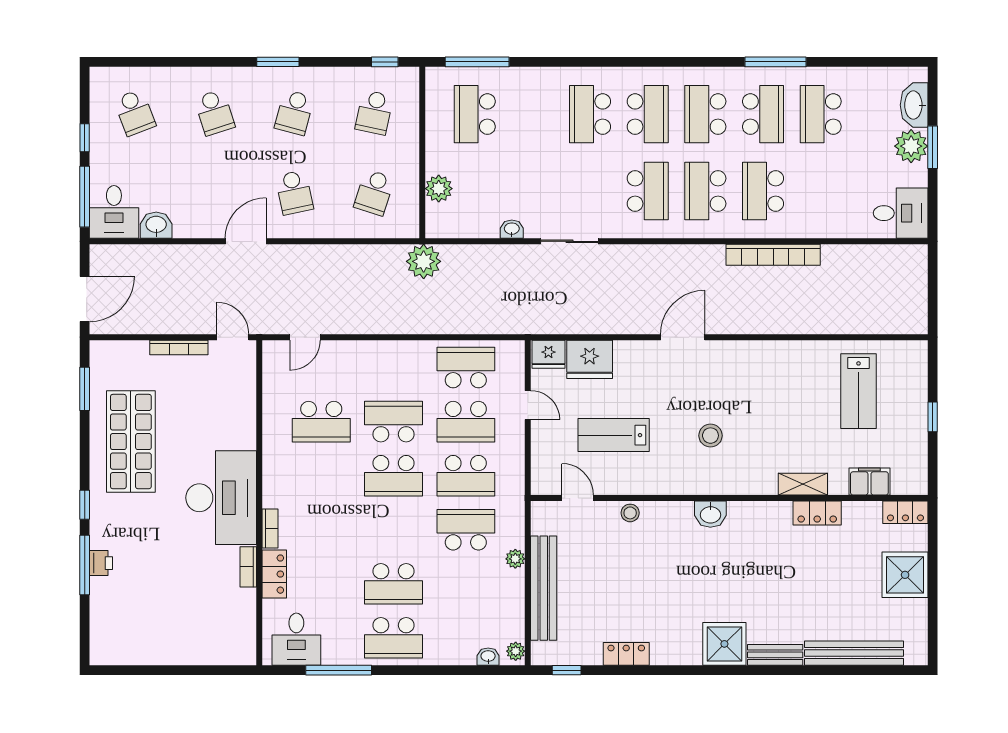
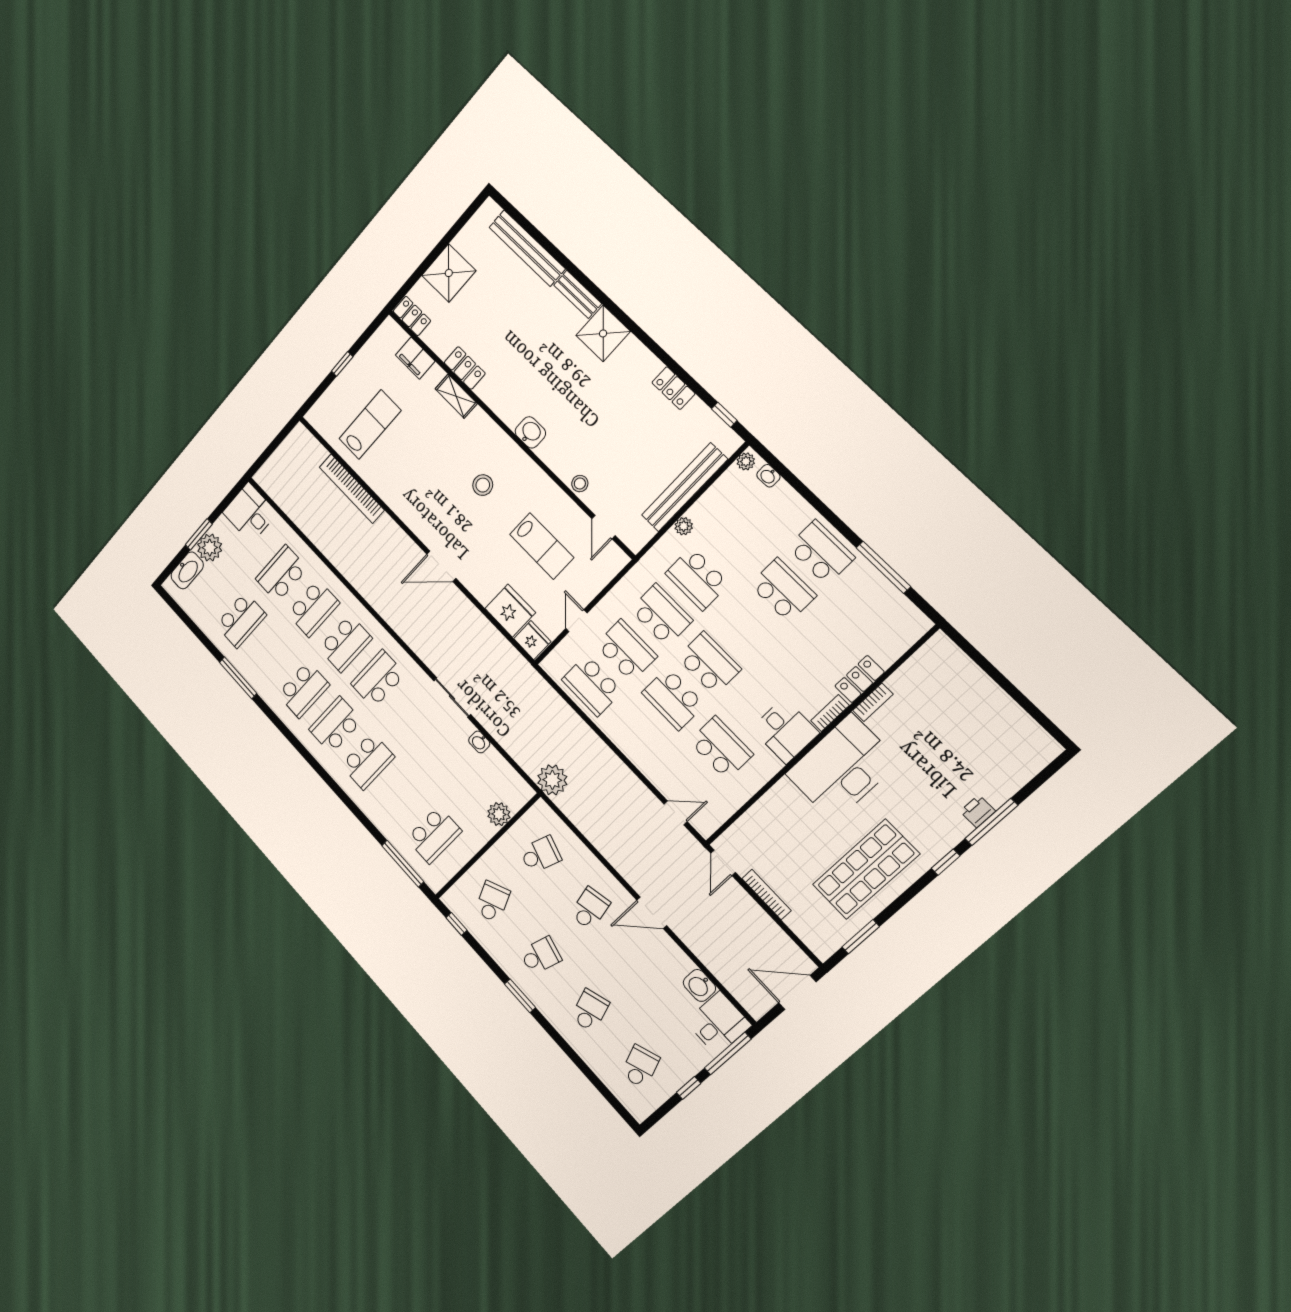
school desk: (374, 113) -> (492, 902), turned -36
school desk: (763, 114) -> (282, 574), moved
bookcase: (773, 255) -> (352, 489), moved, turned 180
desk: (296, 639) -> (785, 731), moved, turned 90

